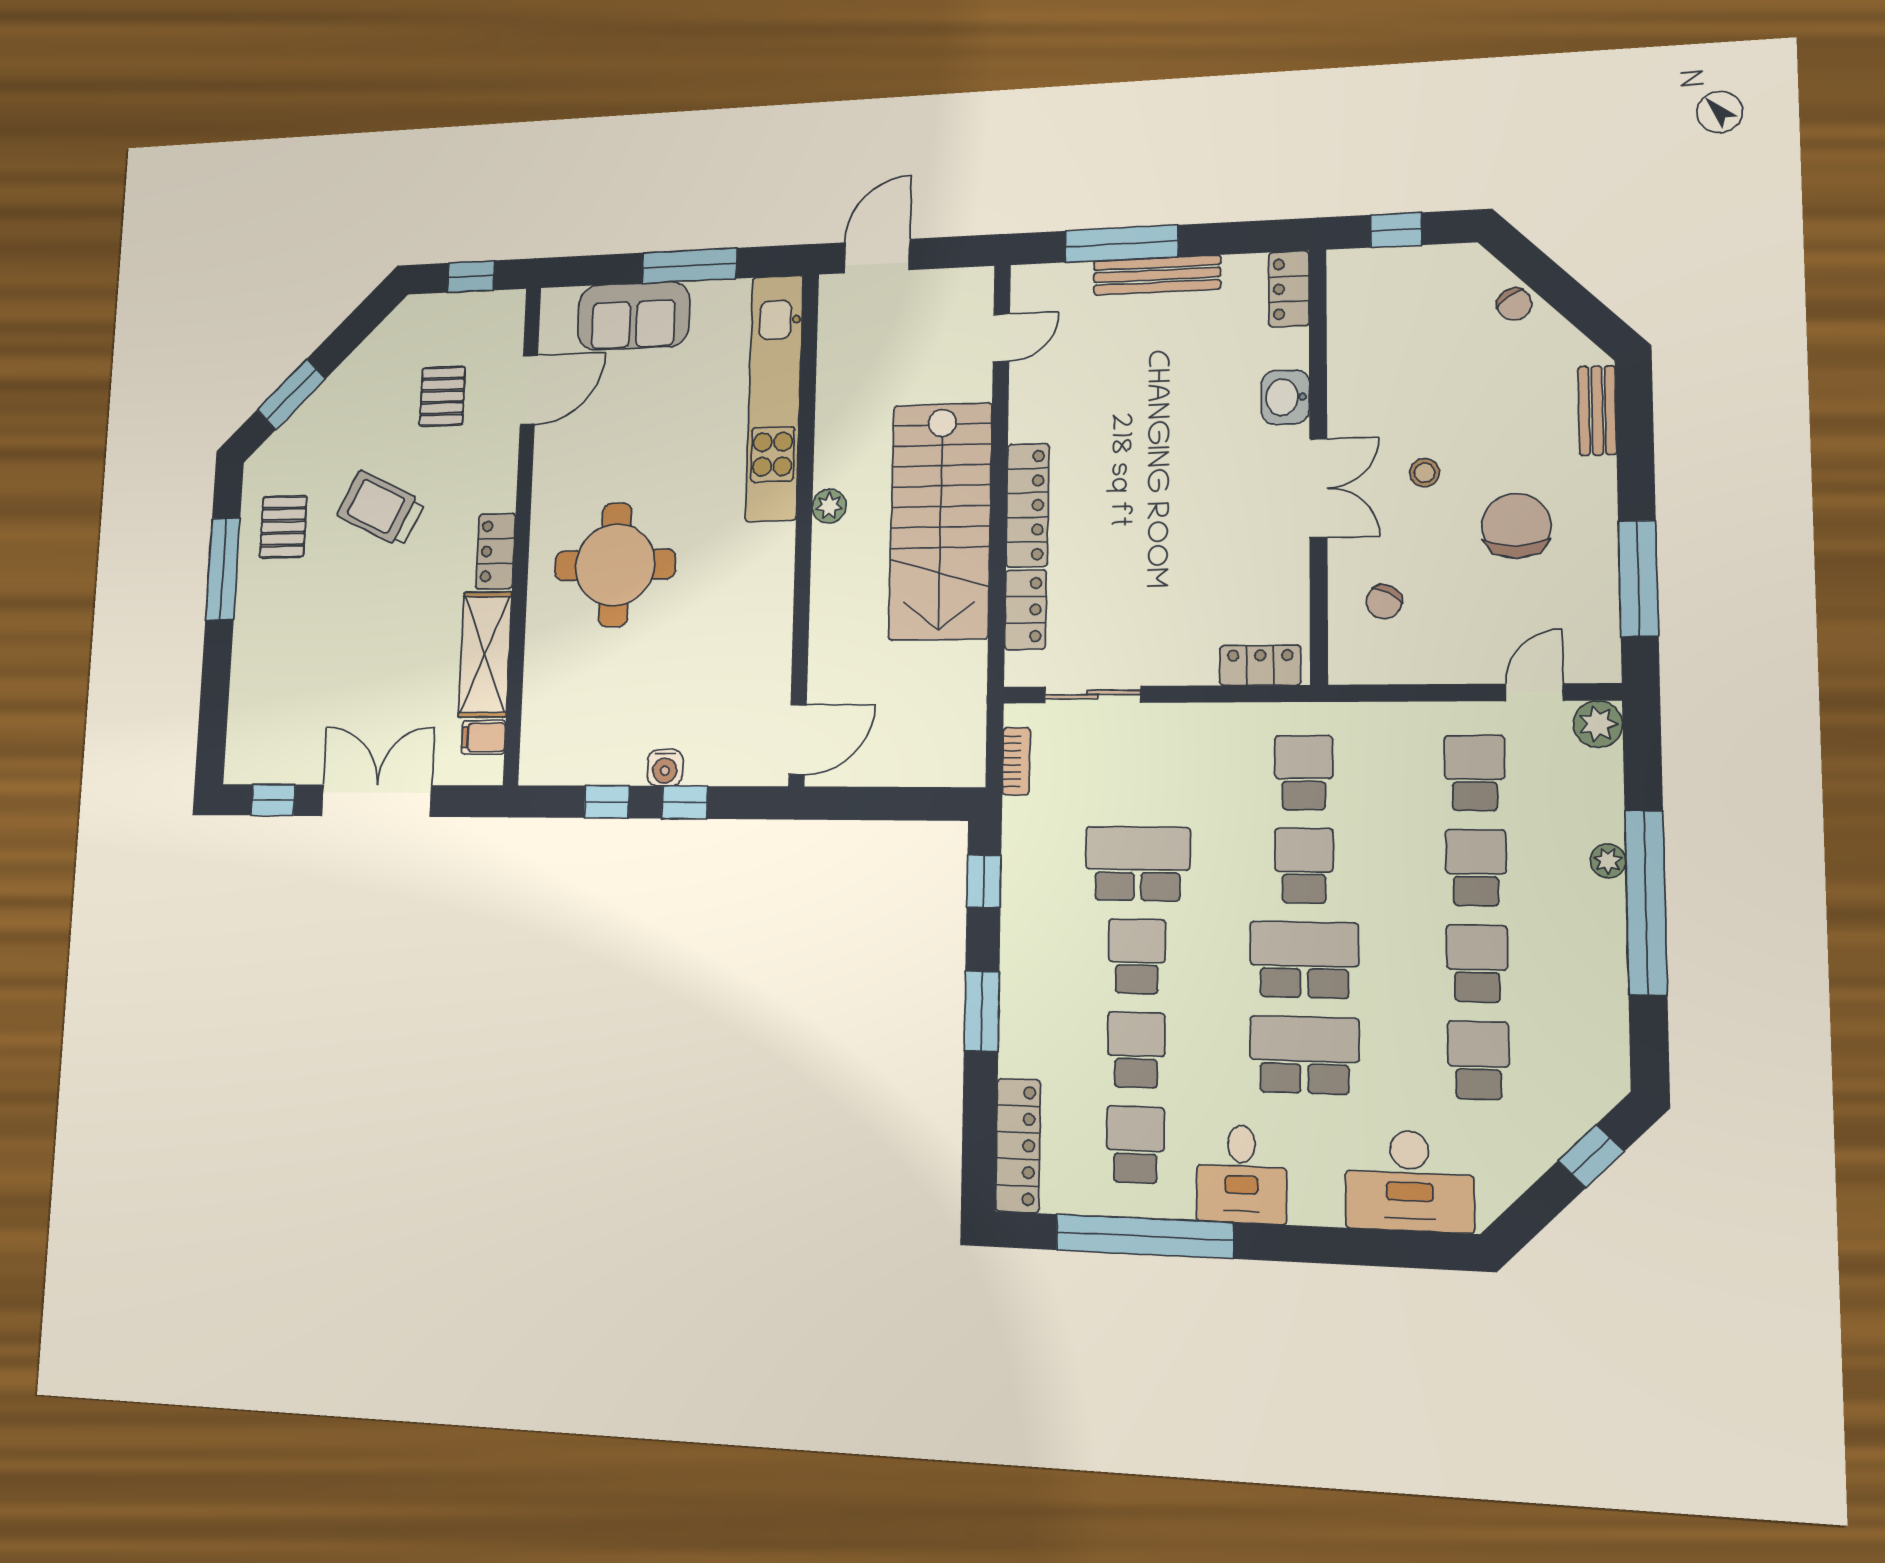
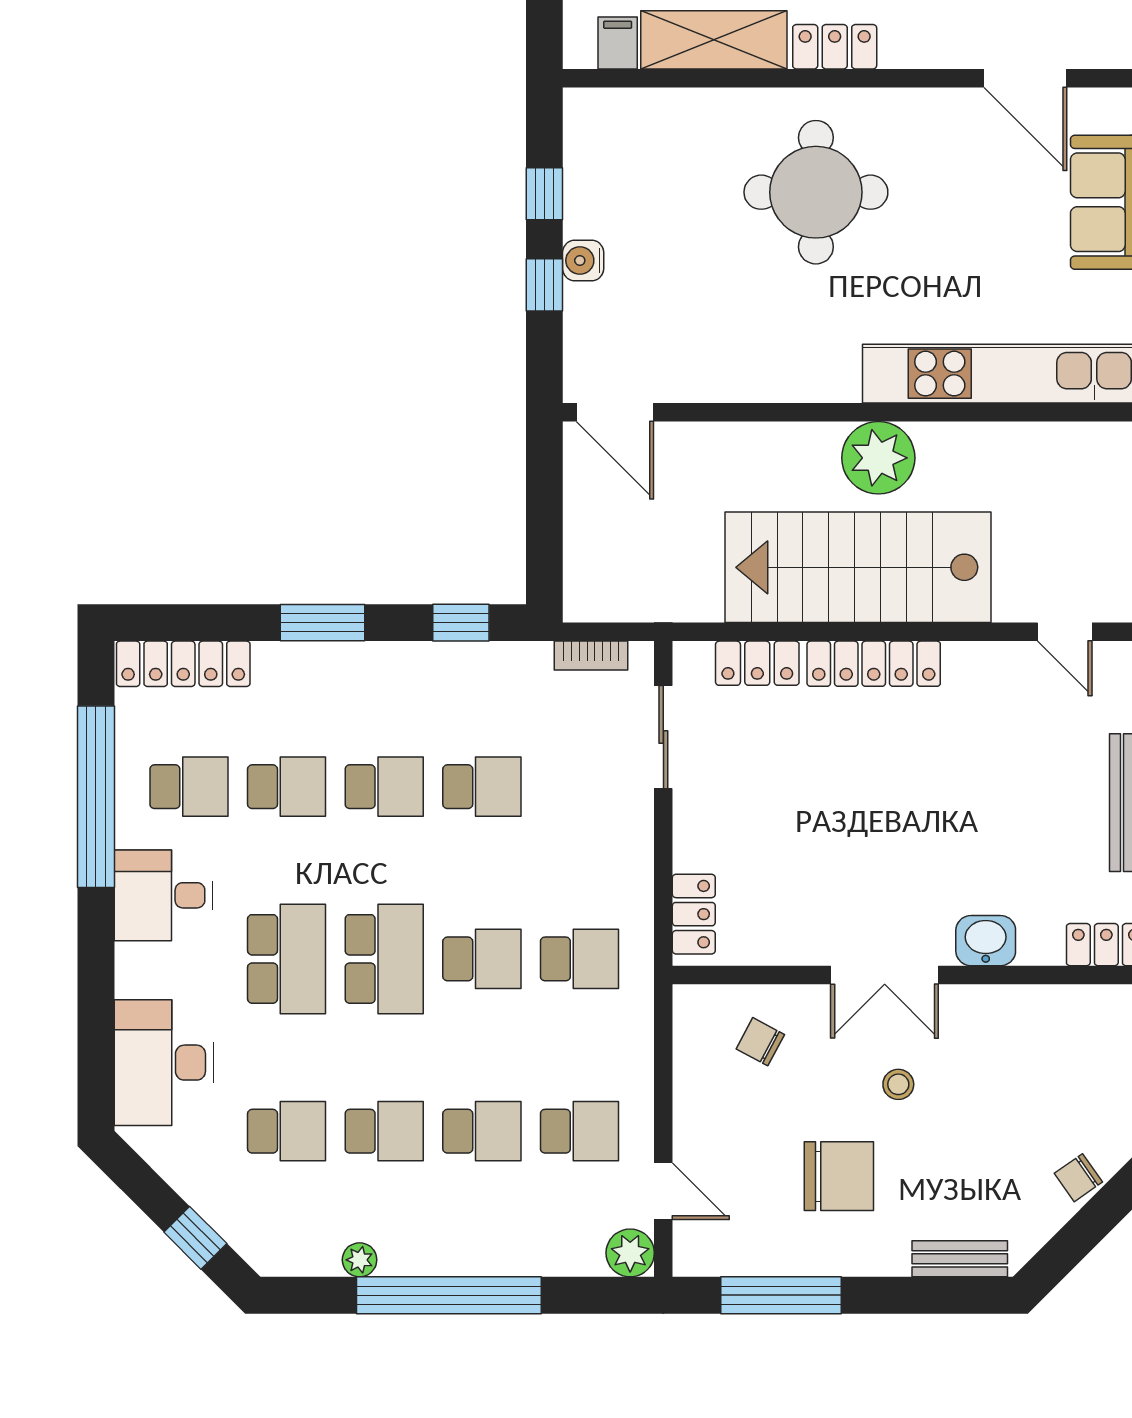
plant: (829, 506) -> (878, 458), width x1.88, depth x1.88
plant: (1608, 861) -> (360, 1260), moved
school desk: (1138, 864) -> (482, 787), width x0.54

